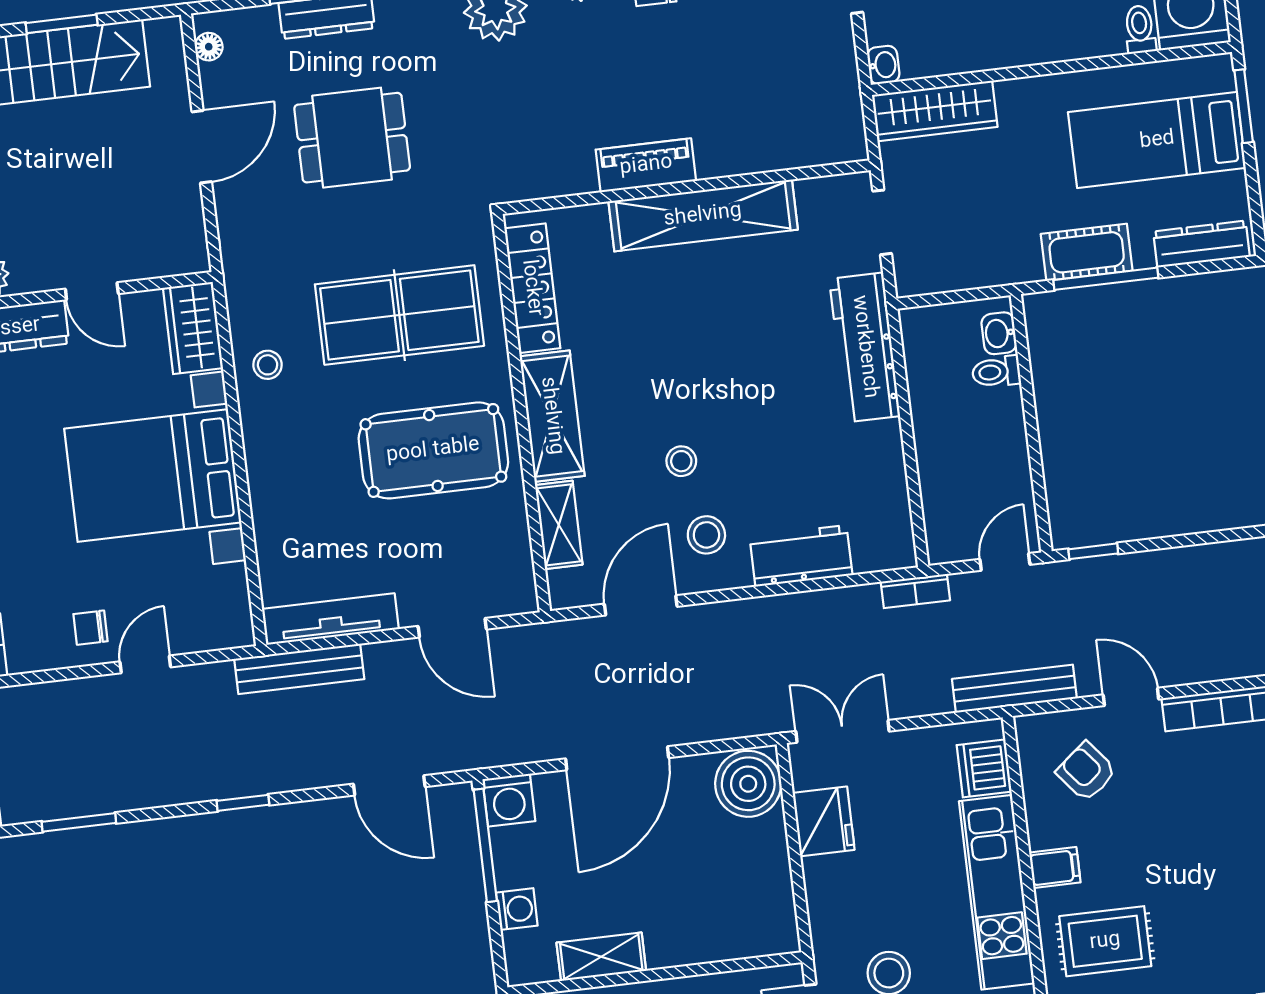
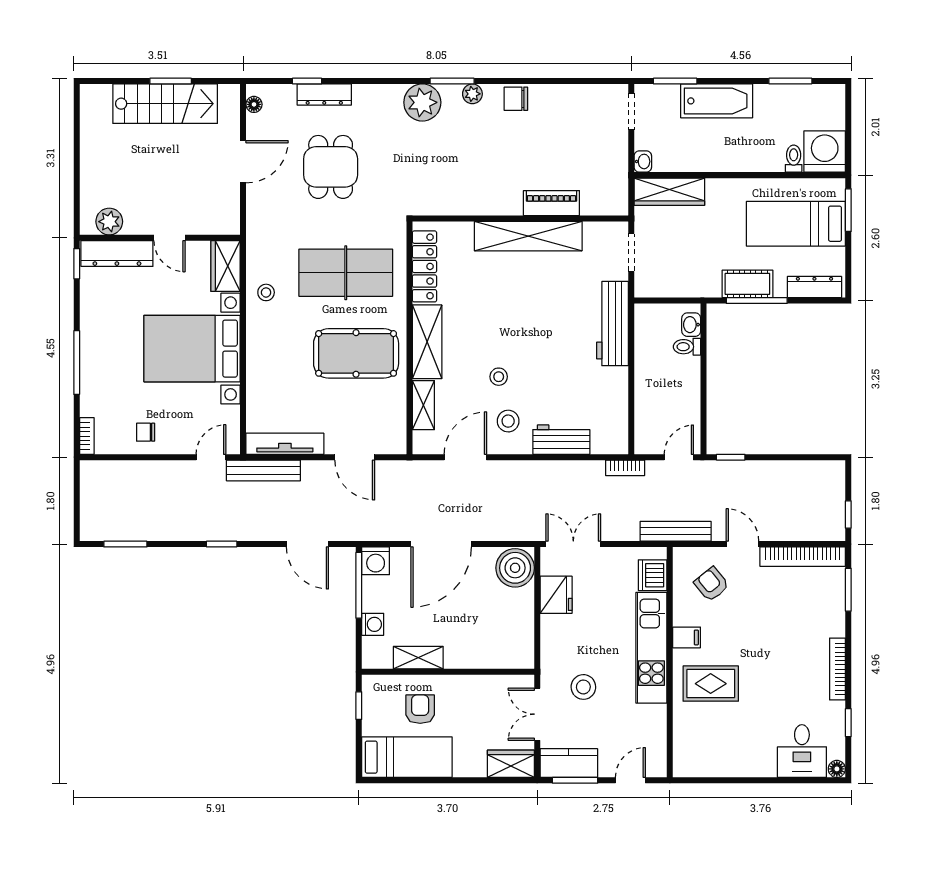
dining table: (352, 138) -> (331, 167), turned 90
piano: (646, 165) -> (551, 203), moved
door: (145, 664) -> (211, 457), moved

